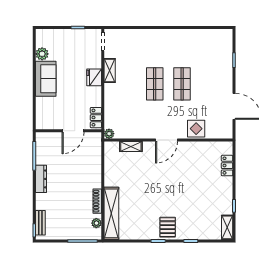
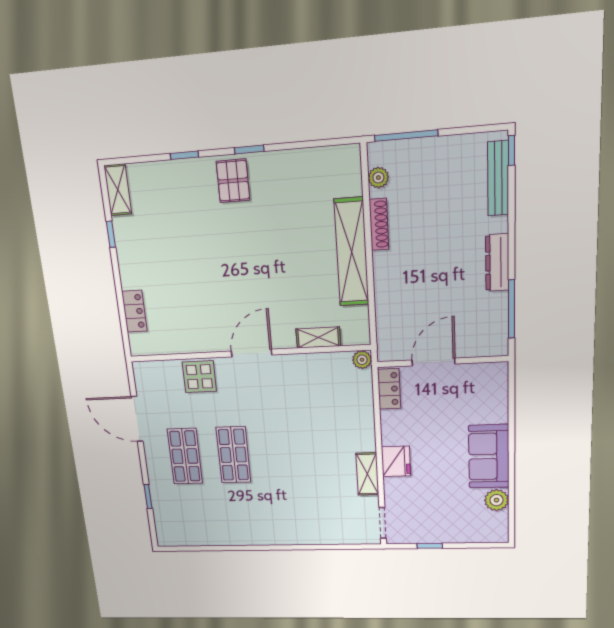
shop shelf: (155, 84) -> (185, 456), moved
shelving: (111, 213) -> (352, 252), moved
bench: (40, 223) -> (498, 178), width x1.36

